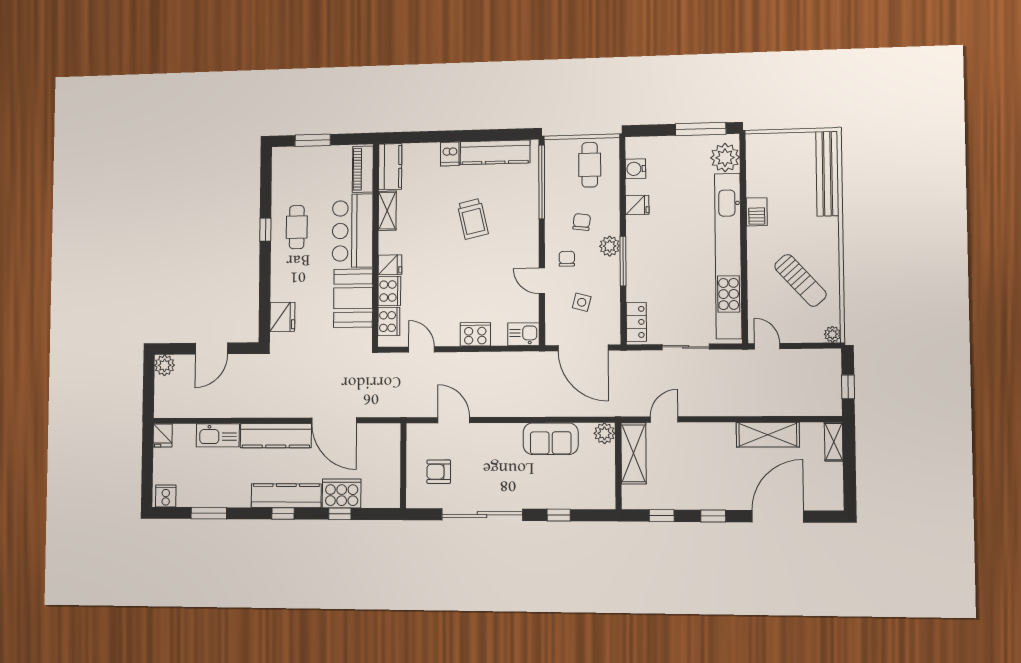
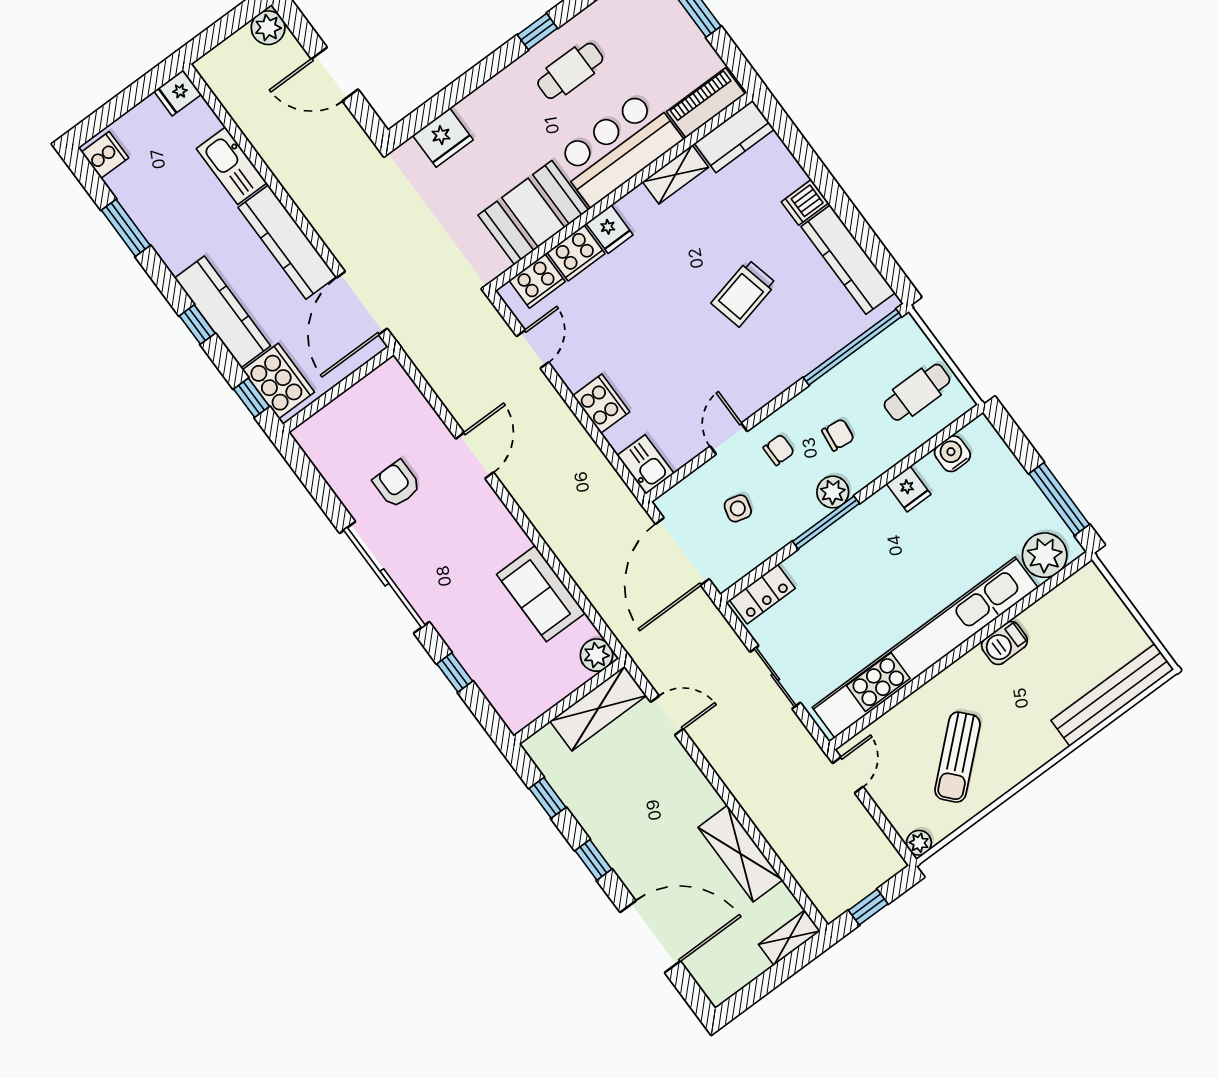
wall: (403, 466) -> (338, 390), moved

